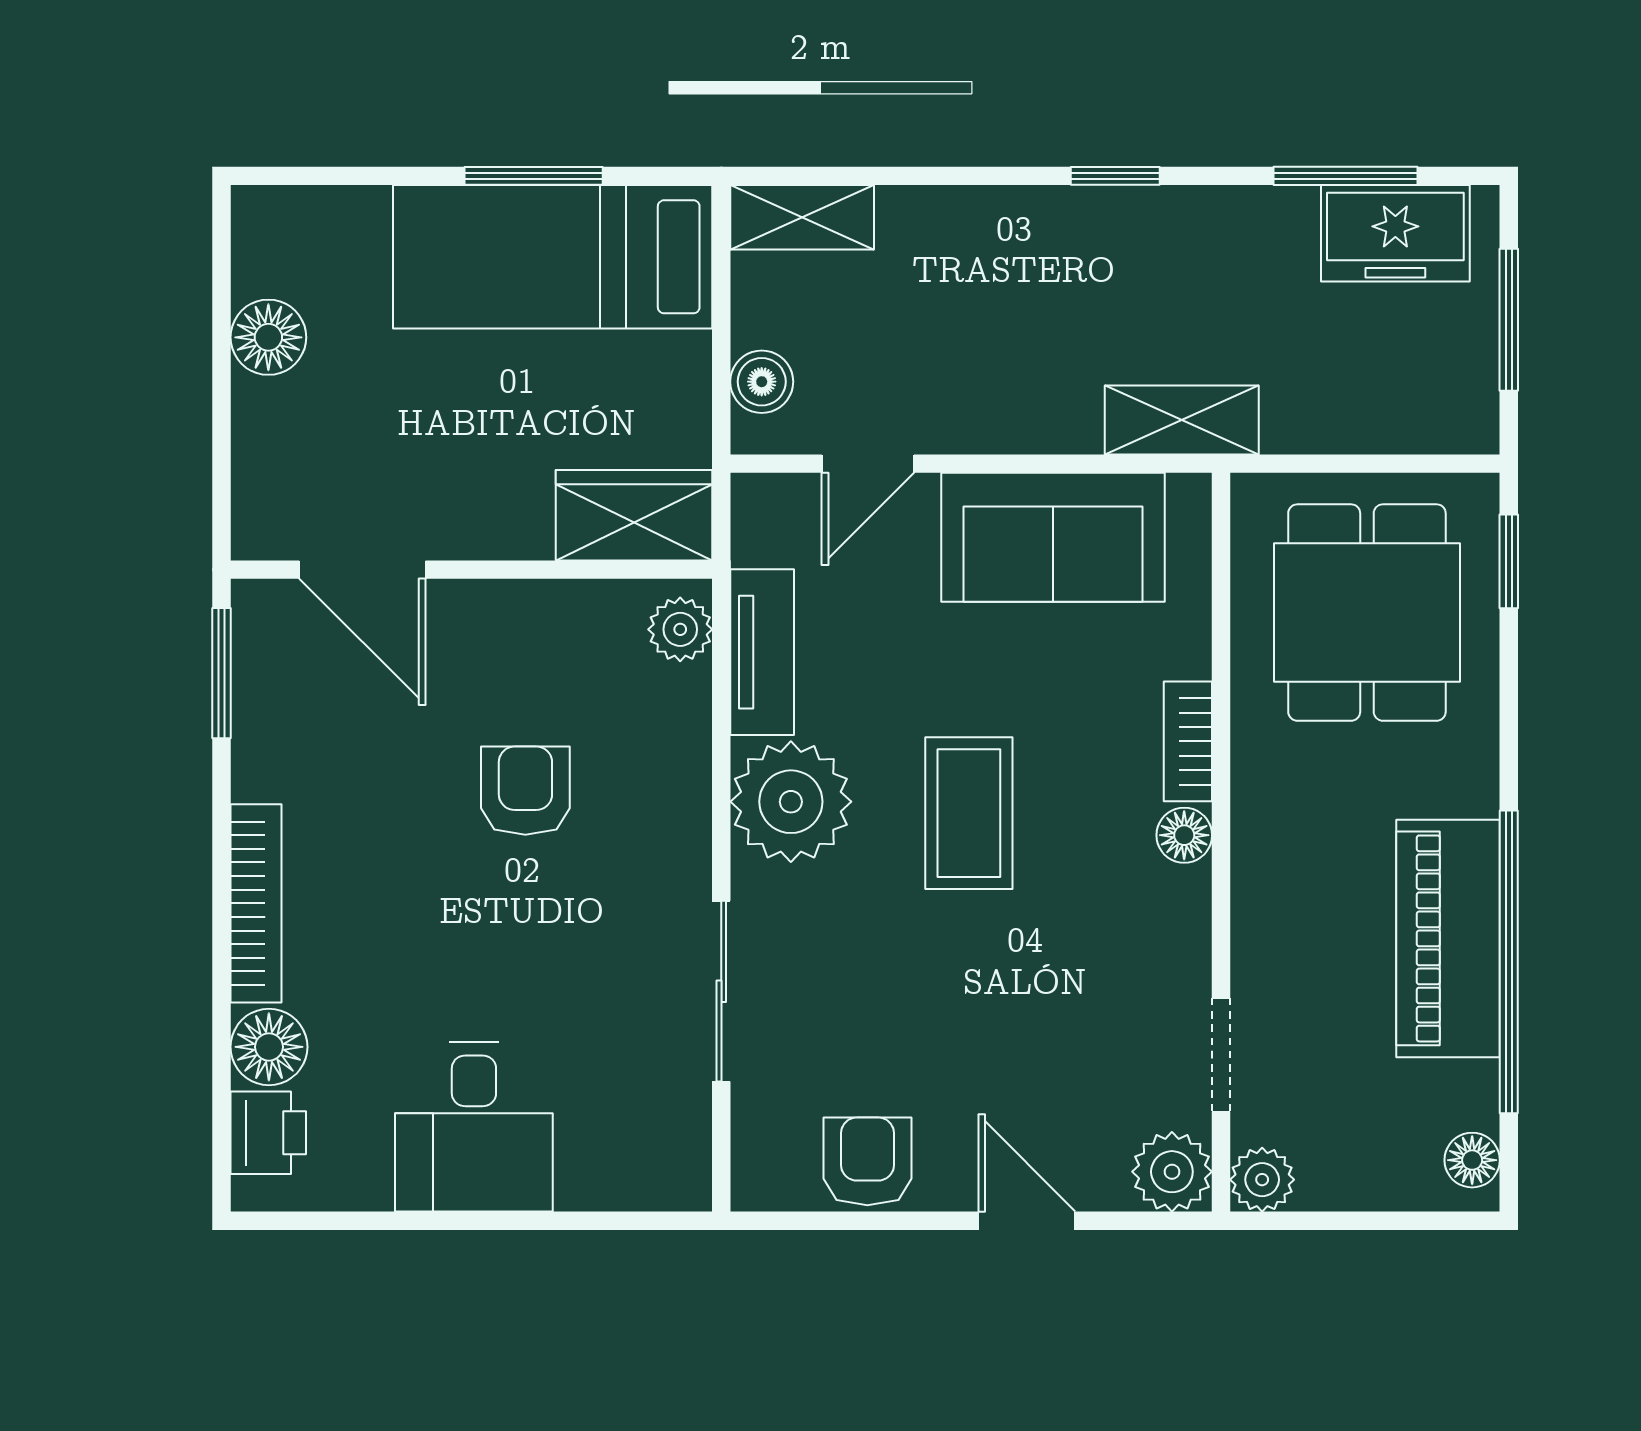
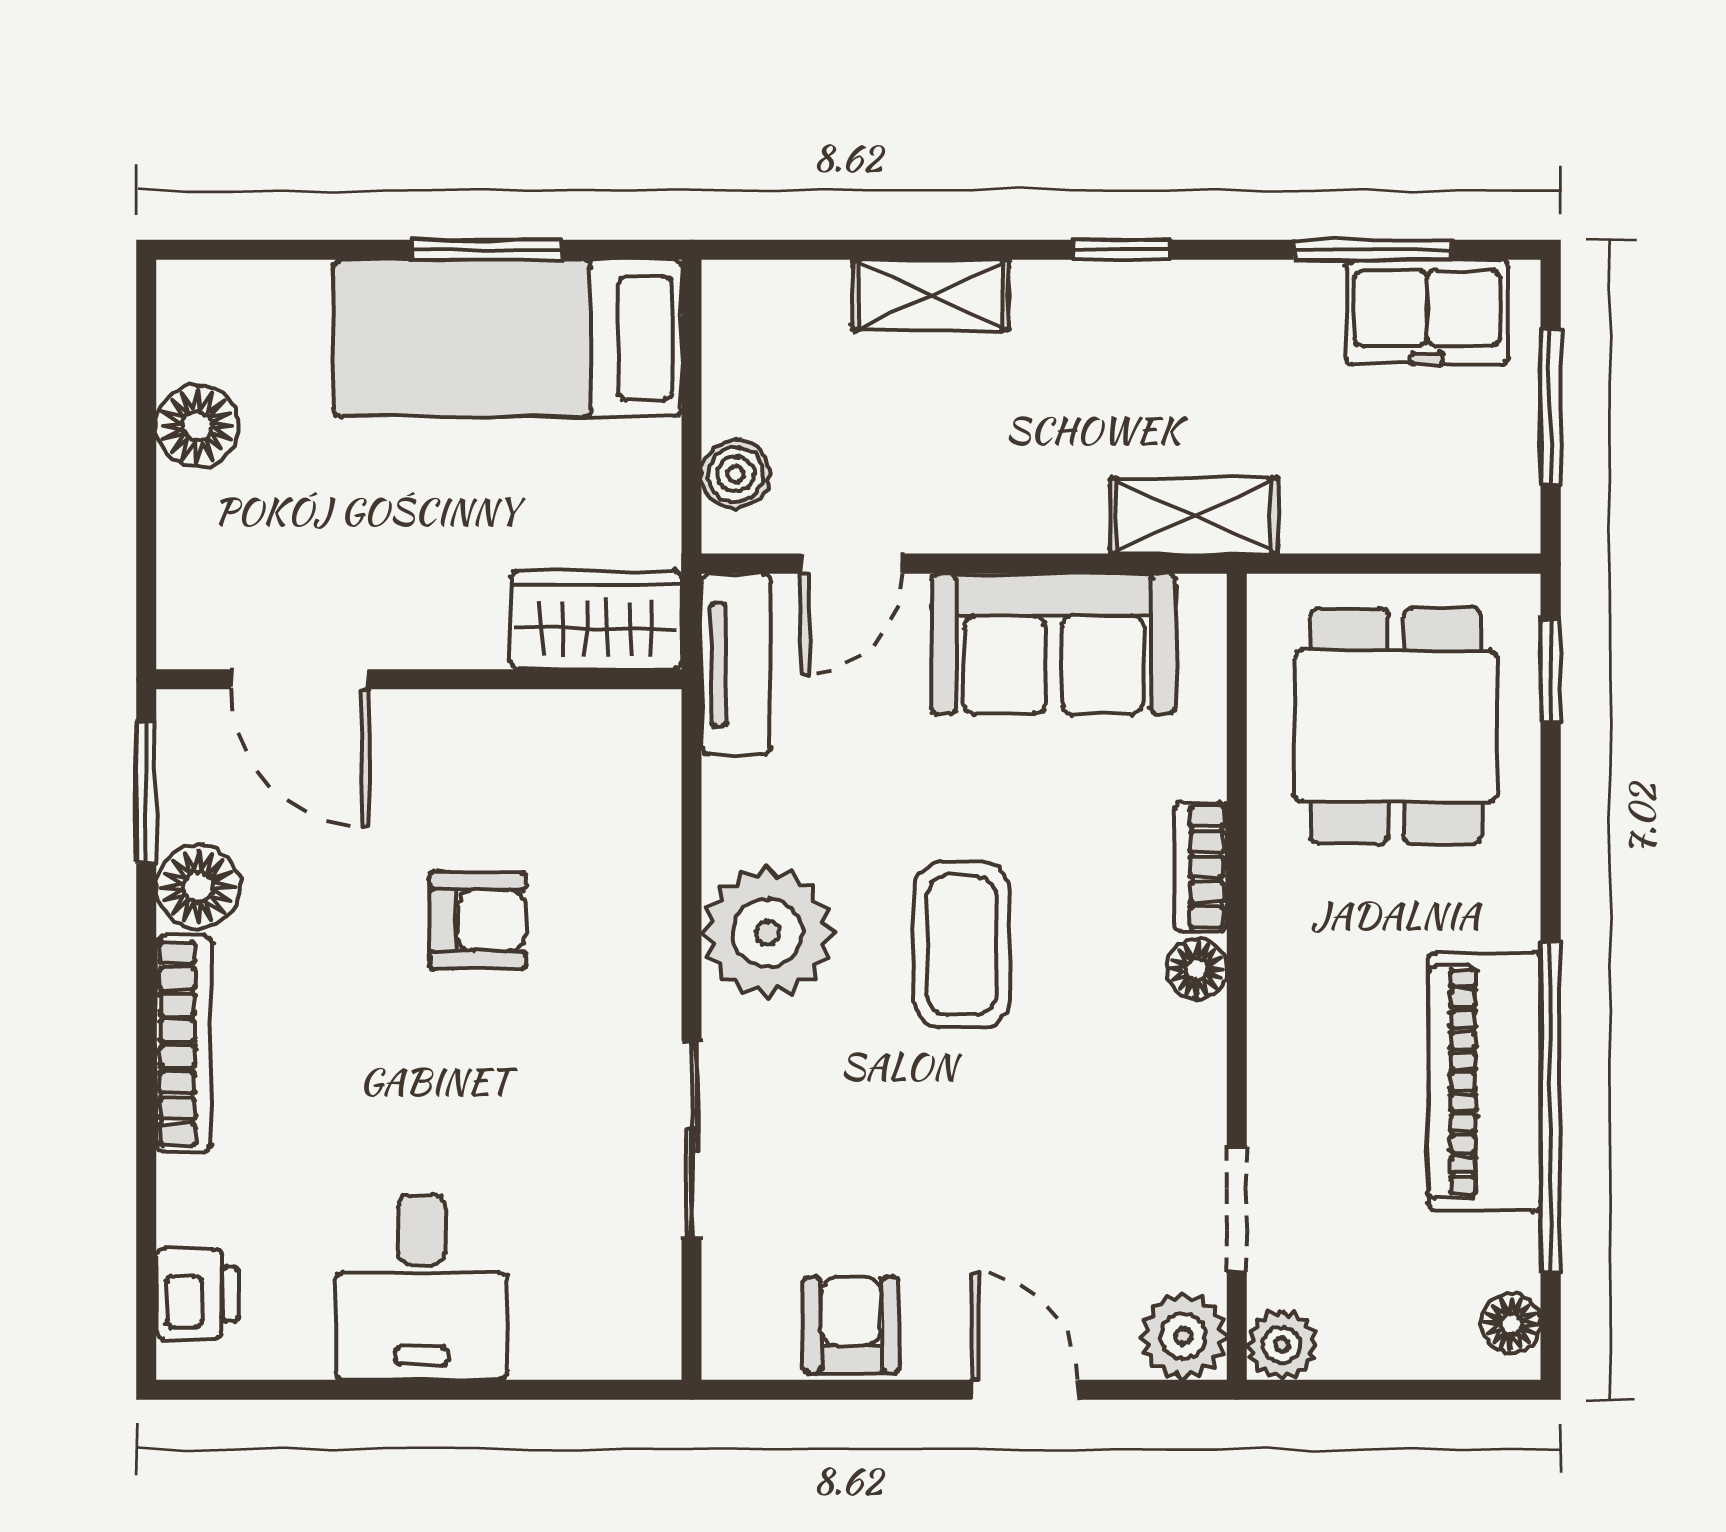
shelving: (802, 217) -> (931, 295), moved
plant: (680, 629) -> (647, 744), removed
tv unit: (762, 652) -> (736, 664), moved
armchair: (525, 791) -> (478, 920), turned 90
floor lamp: (269, 1047) -> (198, 887), moved

